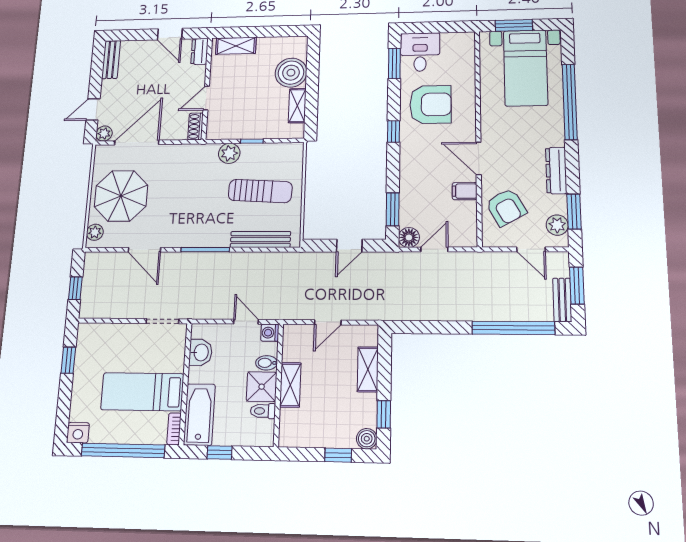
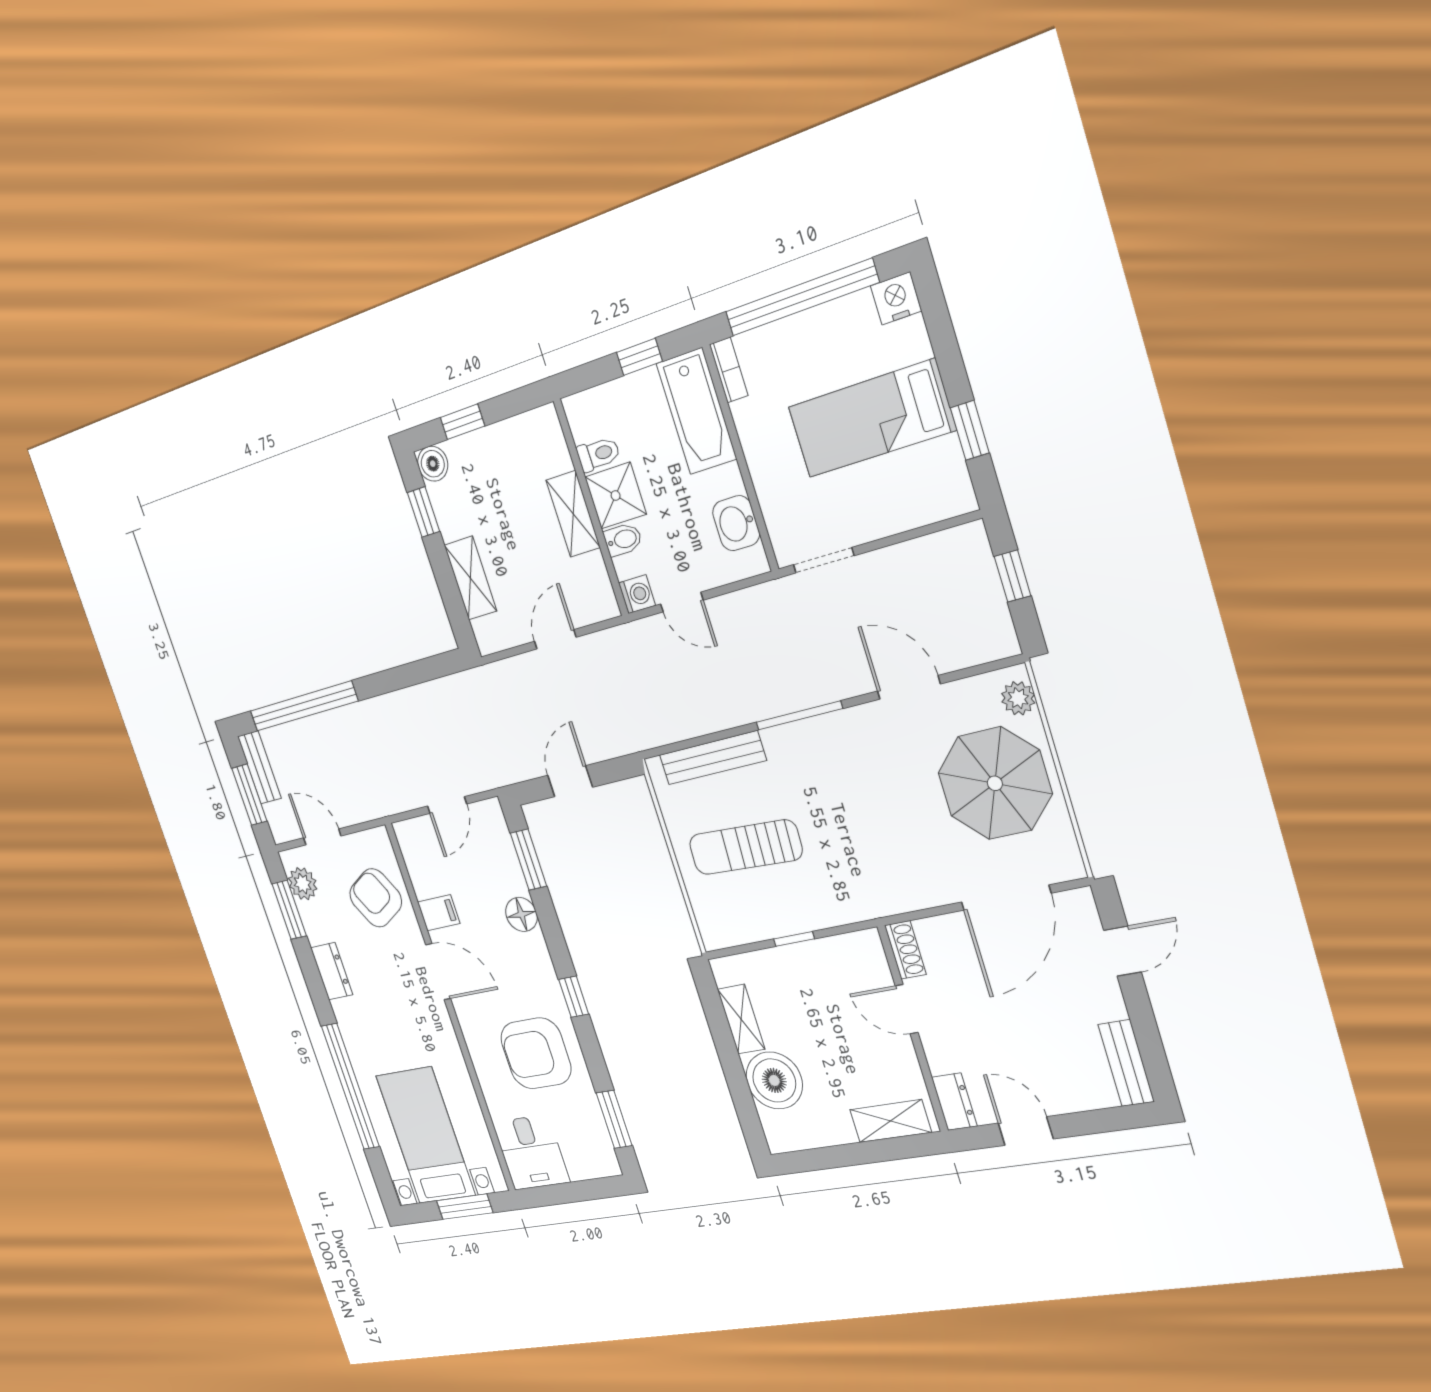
desk: (420, 52) -> (531, 1152), moved
door: (206, 98) -> (907, 1009), swing flipped
plant: (104, 134) -> (1079, 905), removed
plant: (229, 153) -> (825, 908), removed
dresser: (556, 170) -> (332, 971), width x0.70
floor lamp: (409, 237) -> (521, 914), moved
bed: (142, 392) -> (872, 419), moved, turned 180

